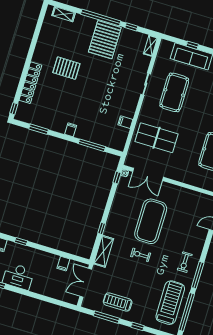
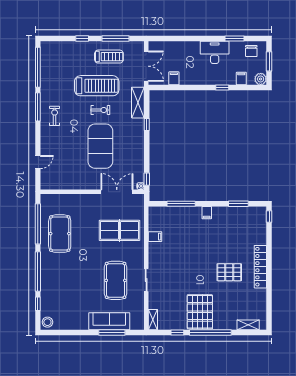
window: (192, 45) -> (112, 332), width x2.17
locker: (30, 83) -> (260, 267), moved
treadmill: (170, 303) -> (97, 86), moved, turned -90

